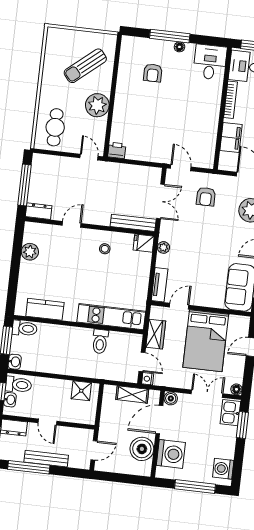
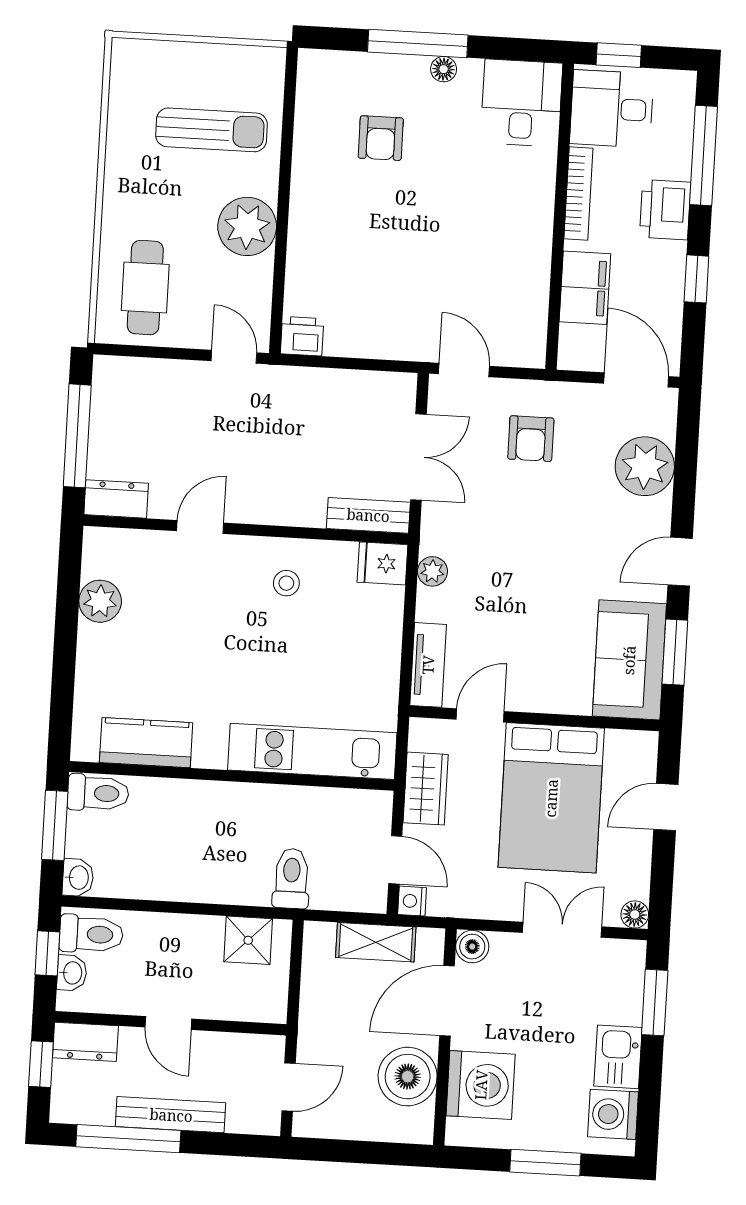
sun lounger: (85, 66) -> (211, 130), turned -140
bench: (133, 223) -> (368, 515), width x0.73
toilet: (100, 341) -> (291, 878), moved, turned 180
kitchen sink: (230, 413) -> (618, 1057), moved
window: (195, 487) -> (545, 1163), width x0.69

